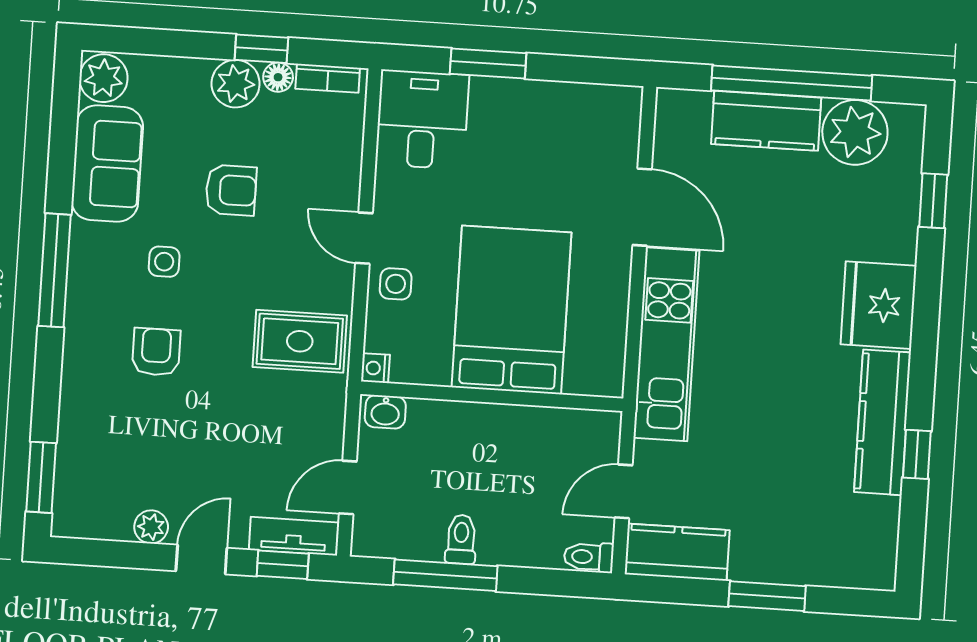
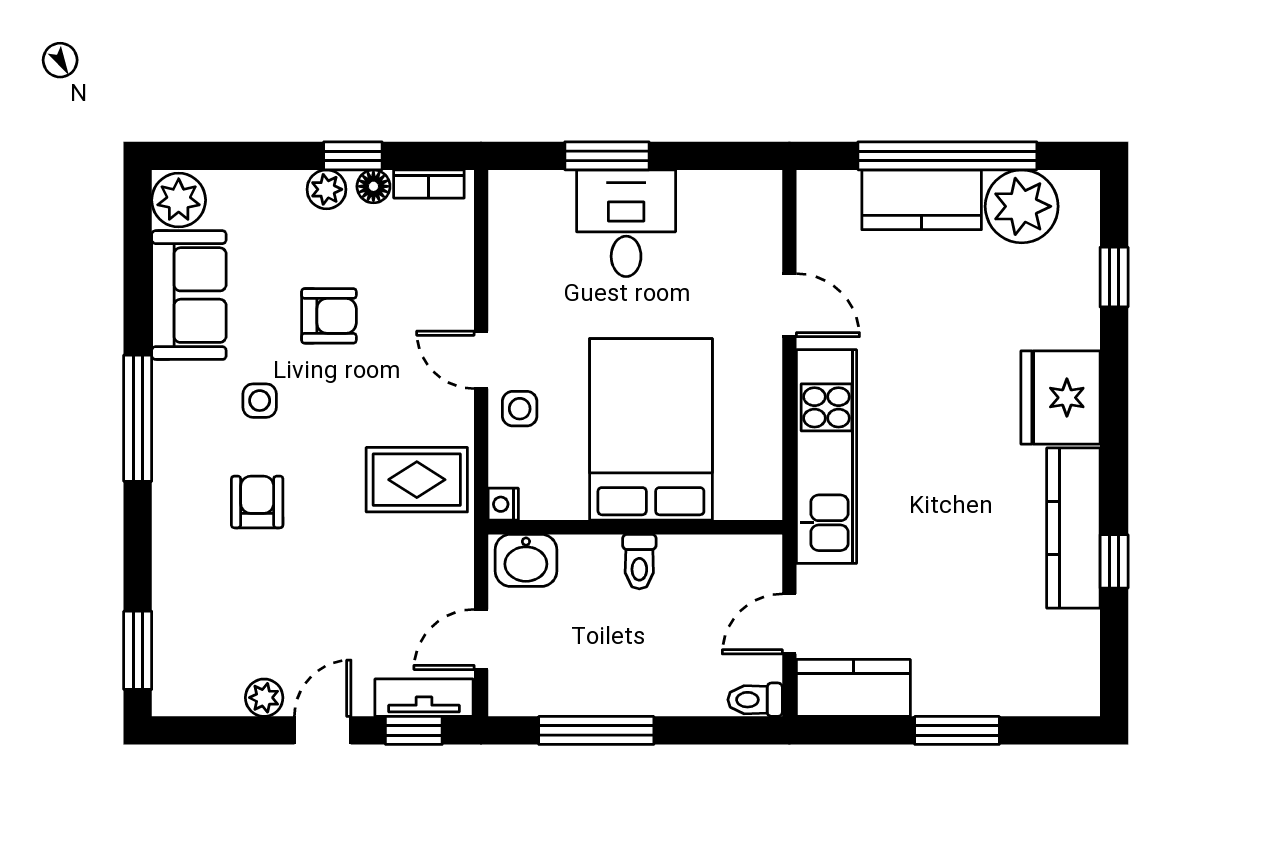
plant: (236, 84) -> (326, 189), width x0.73, depth x0.73
desk: (422, 120) -> (626, 223), moved
door: (642, 207) -> (789, 305), width x0.73
washbasin: (385, 412) -> (526, 560), width x1.38, depth x1.45
toilet: (461, 539) -> (639, 562), moved, turned 180

